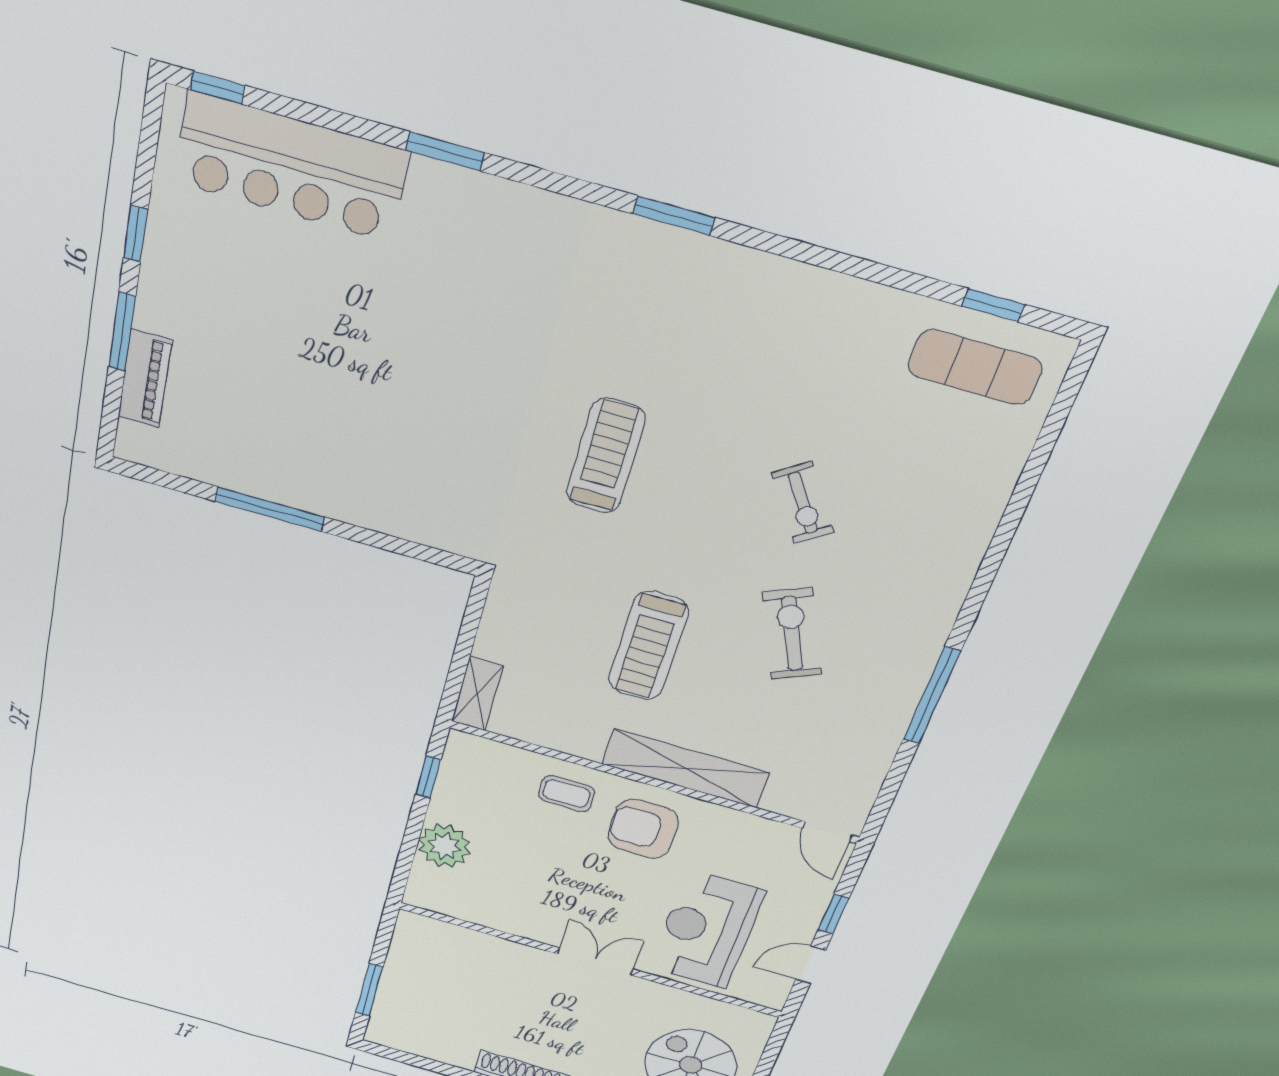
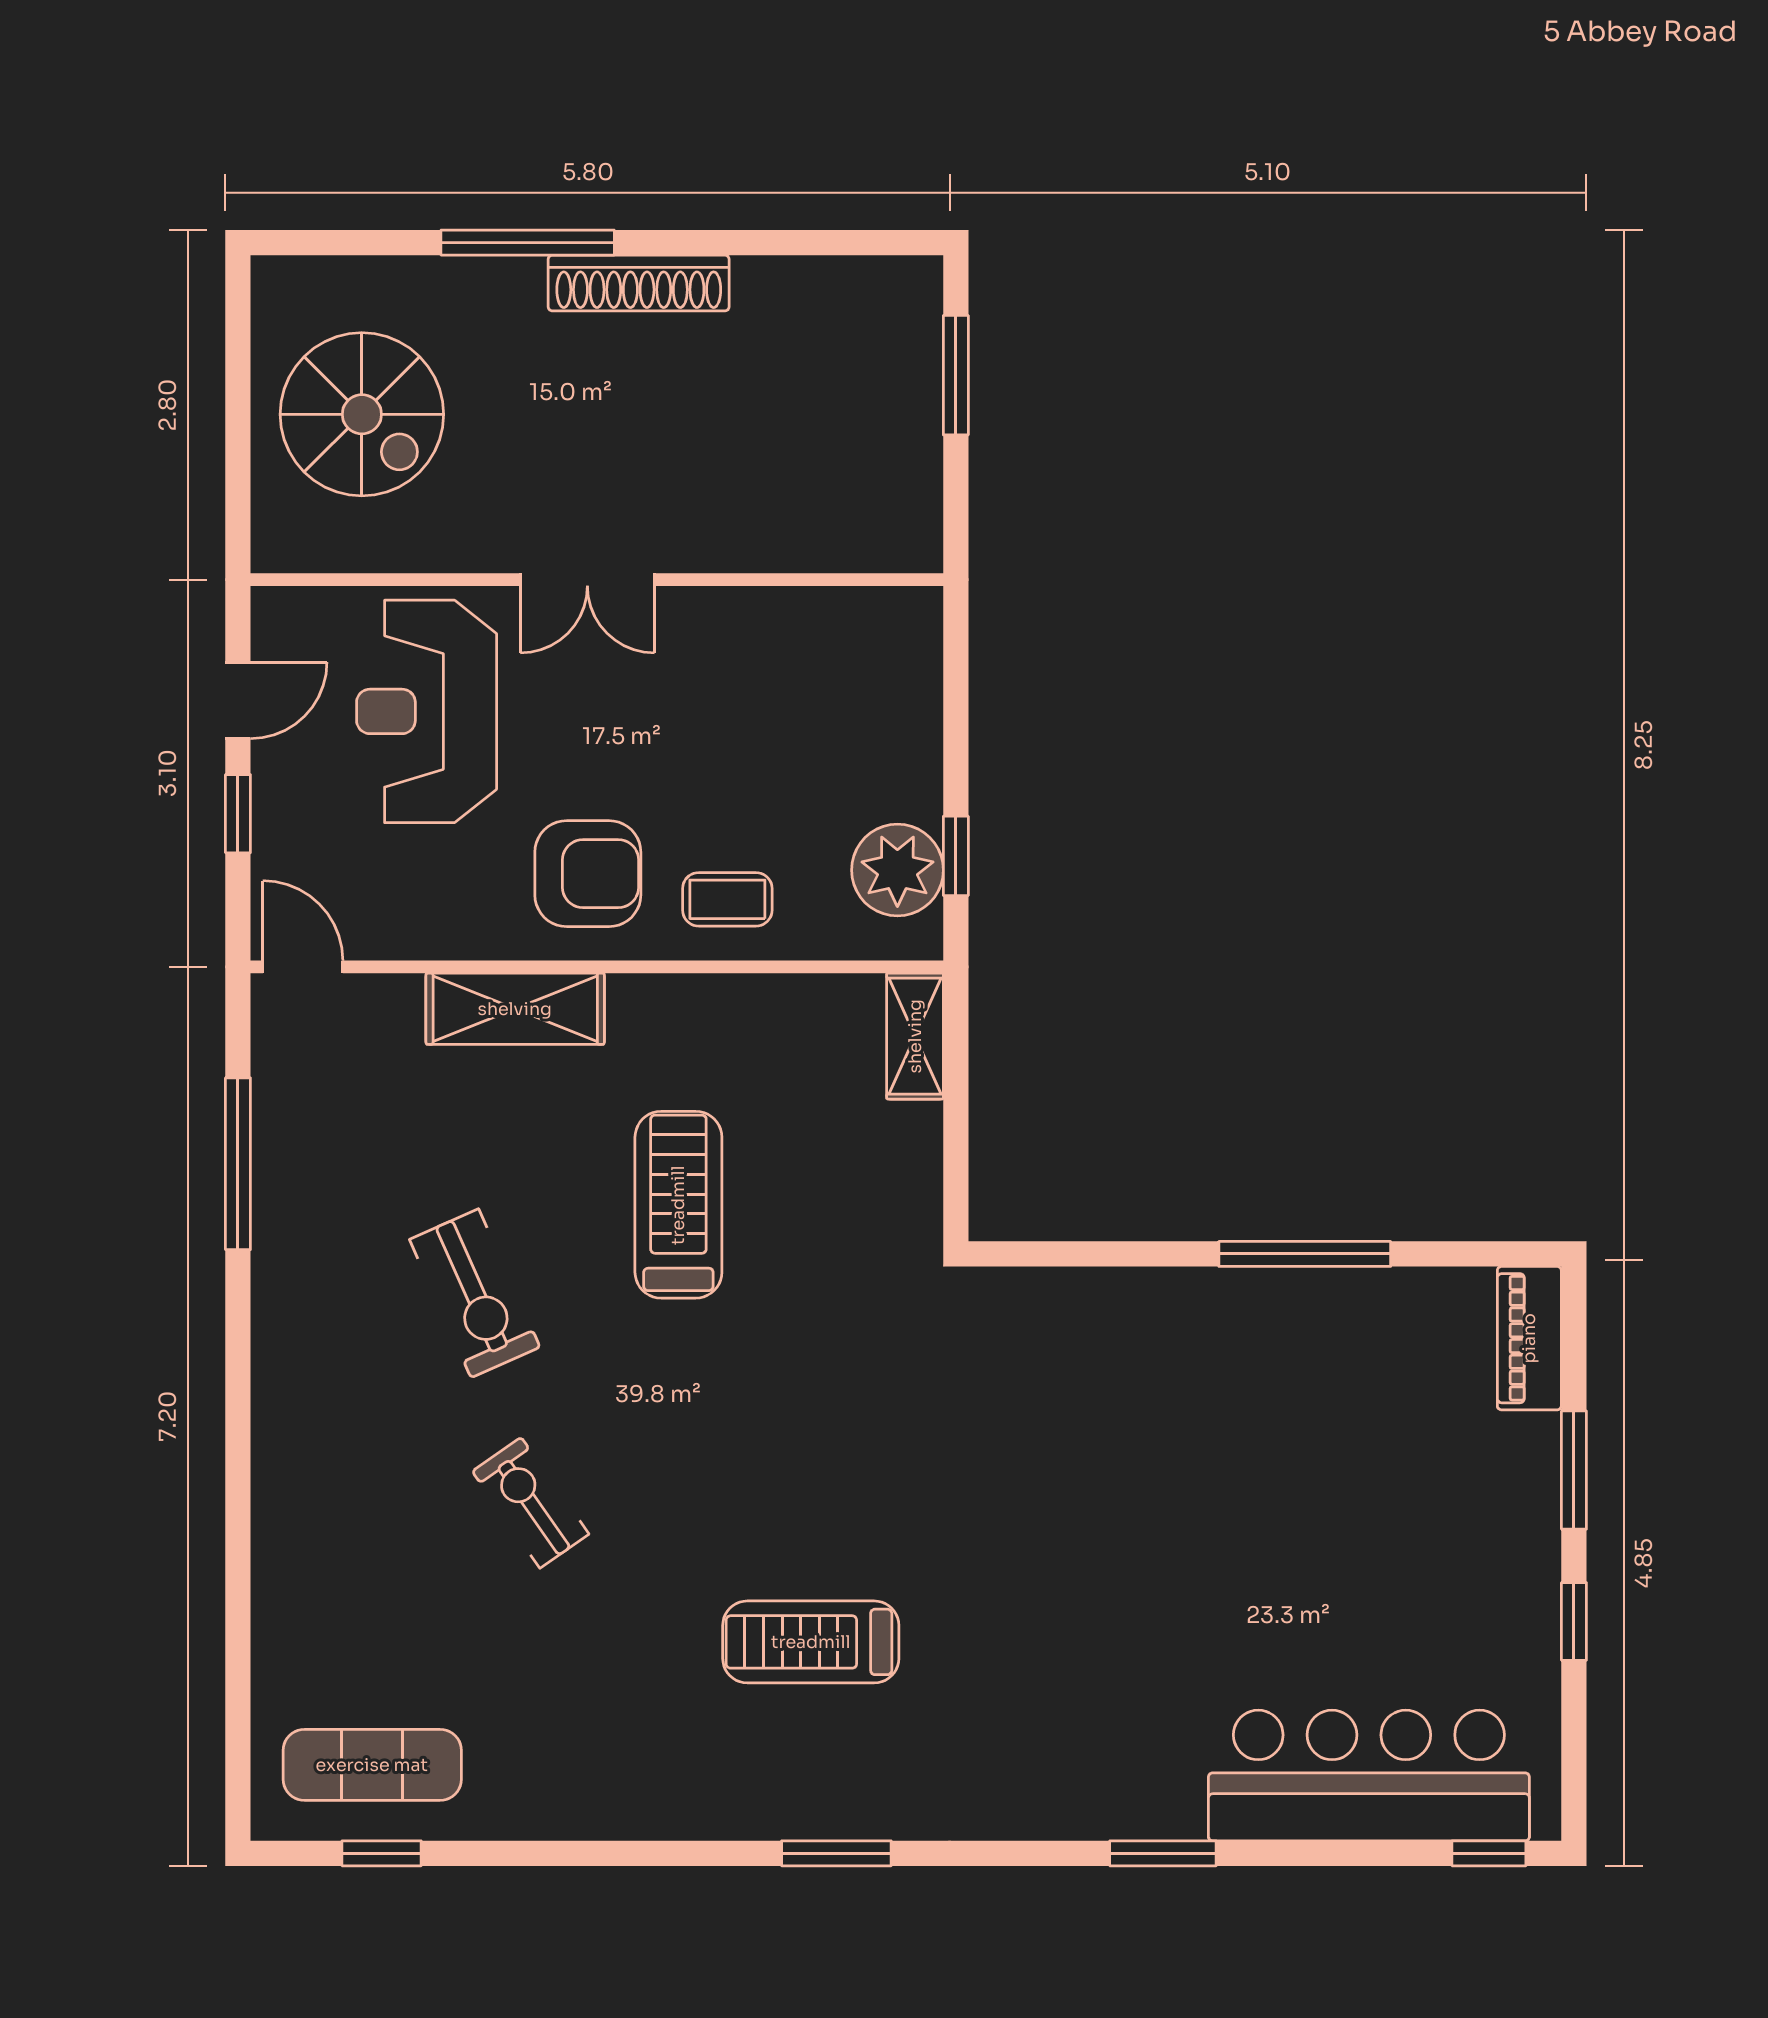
piano: (145, 378) -> (1529, 1338), moved
treadmill: (606, 456) -> (811, 1642), moved, turned 90
window: (932, 696) -> (238, 1164), moved
shelving: (685, 768) -> (515, 1009), width x0.68
plant: (444, 846) -> (897, 870), moved
reception desk: (707, 930) -> (427, 711), turned 180

